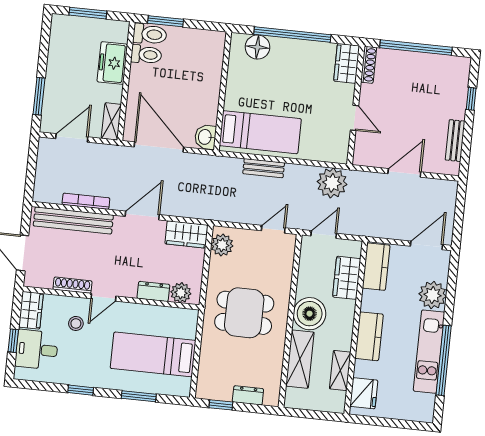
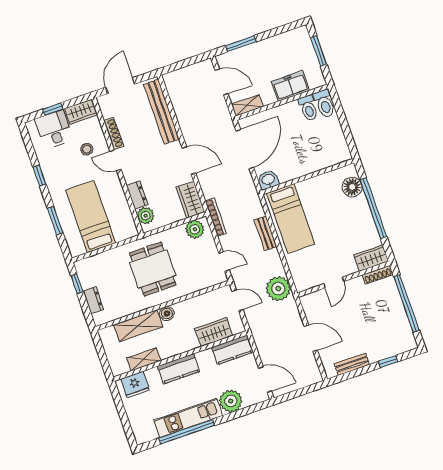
window: (166, 21) -> (339, 111), removed
bookcase: (86, 201) -> (216, 217), moved
boiler: (310, 314) -> (167, 313), width x0.54, depth x0.54

